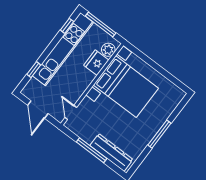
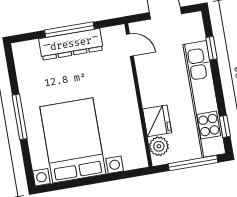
bed with nightstands: (126, 87) -> (73, 140), moved, turned 90
dresser: (111, 152) -> (71, 44), moved

